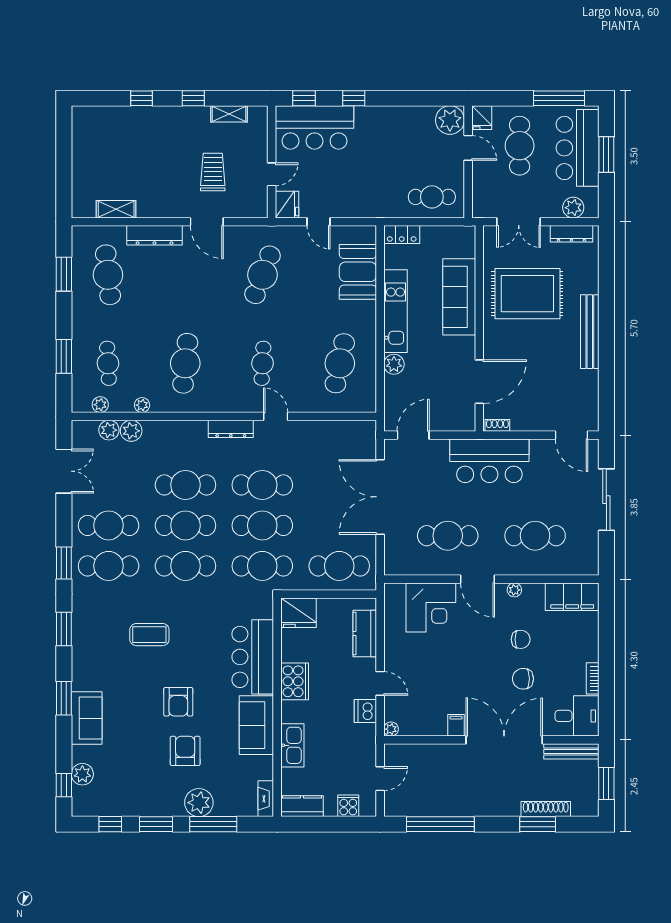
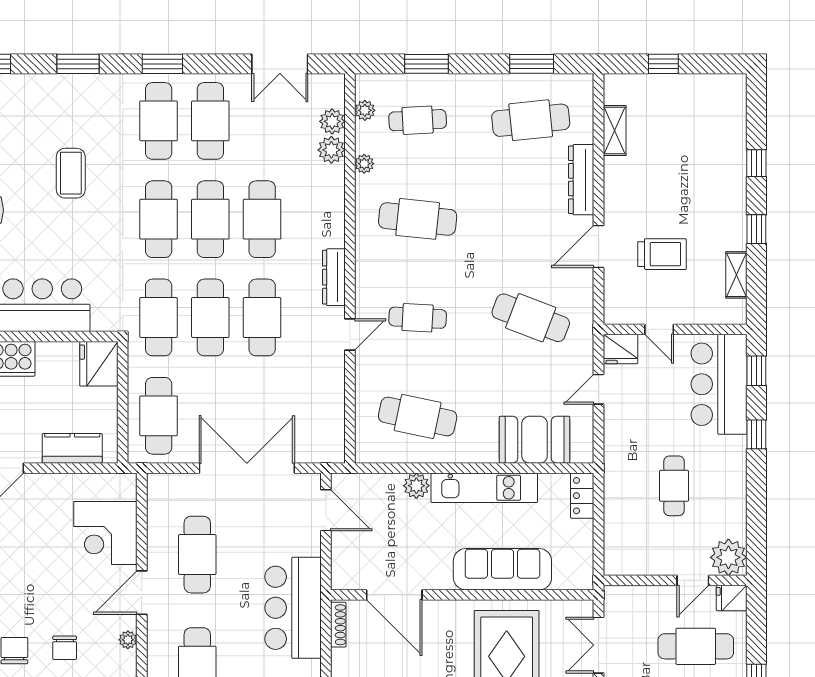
window: (64, 171) -> (663, 64), added
cafe table: (432, 197) -> (674, 486), moved
shoe rack: (497, 425) -> (338, 625), width x1.43

